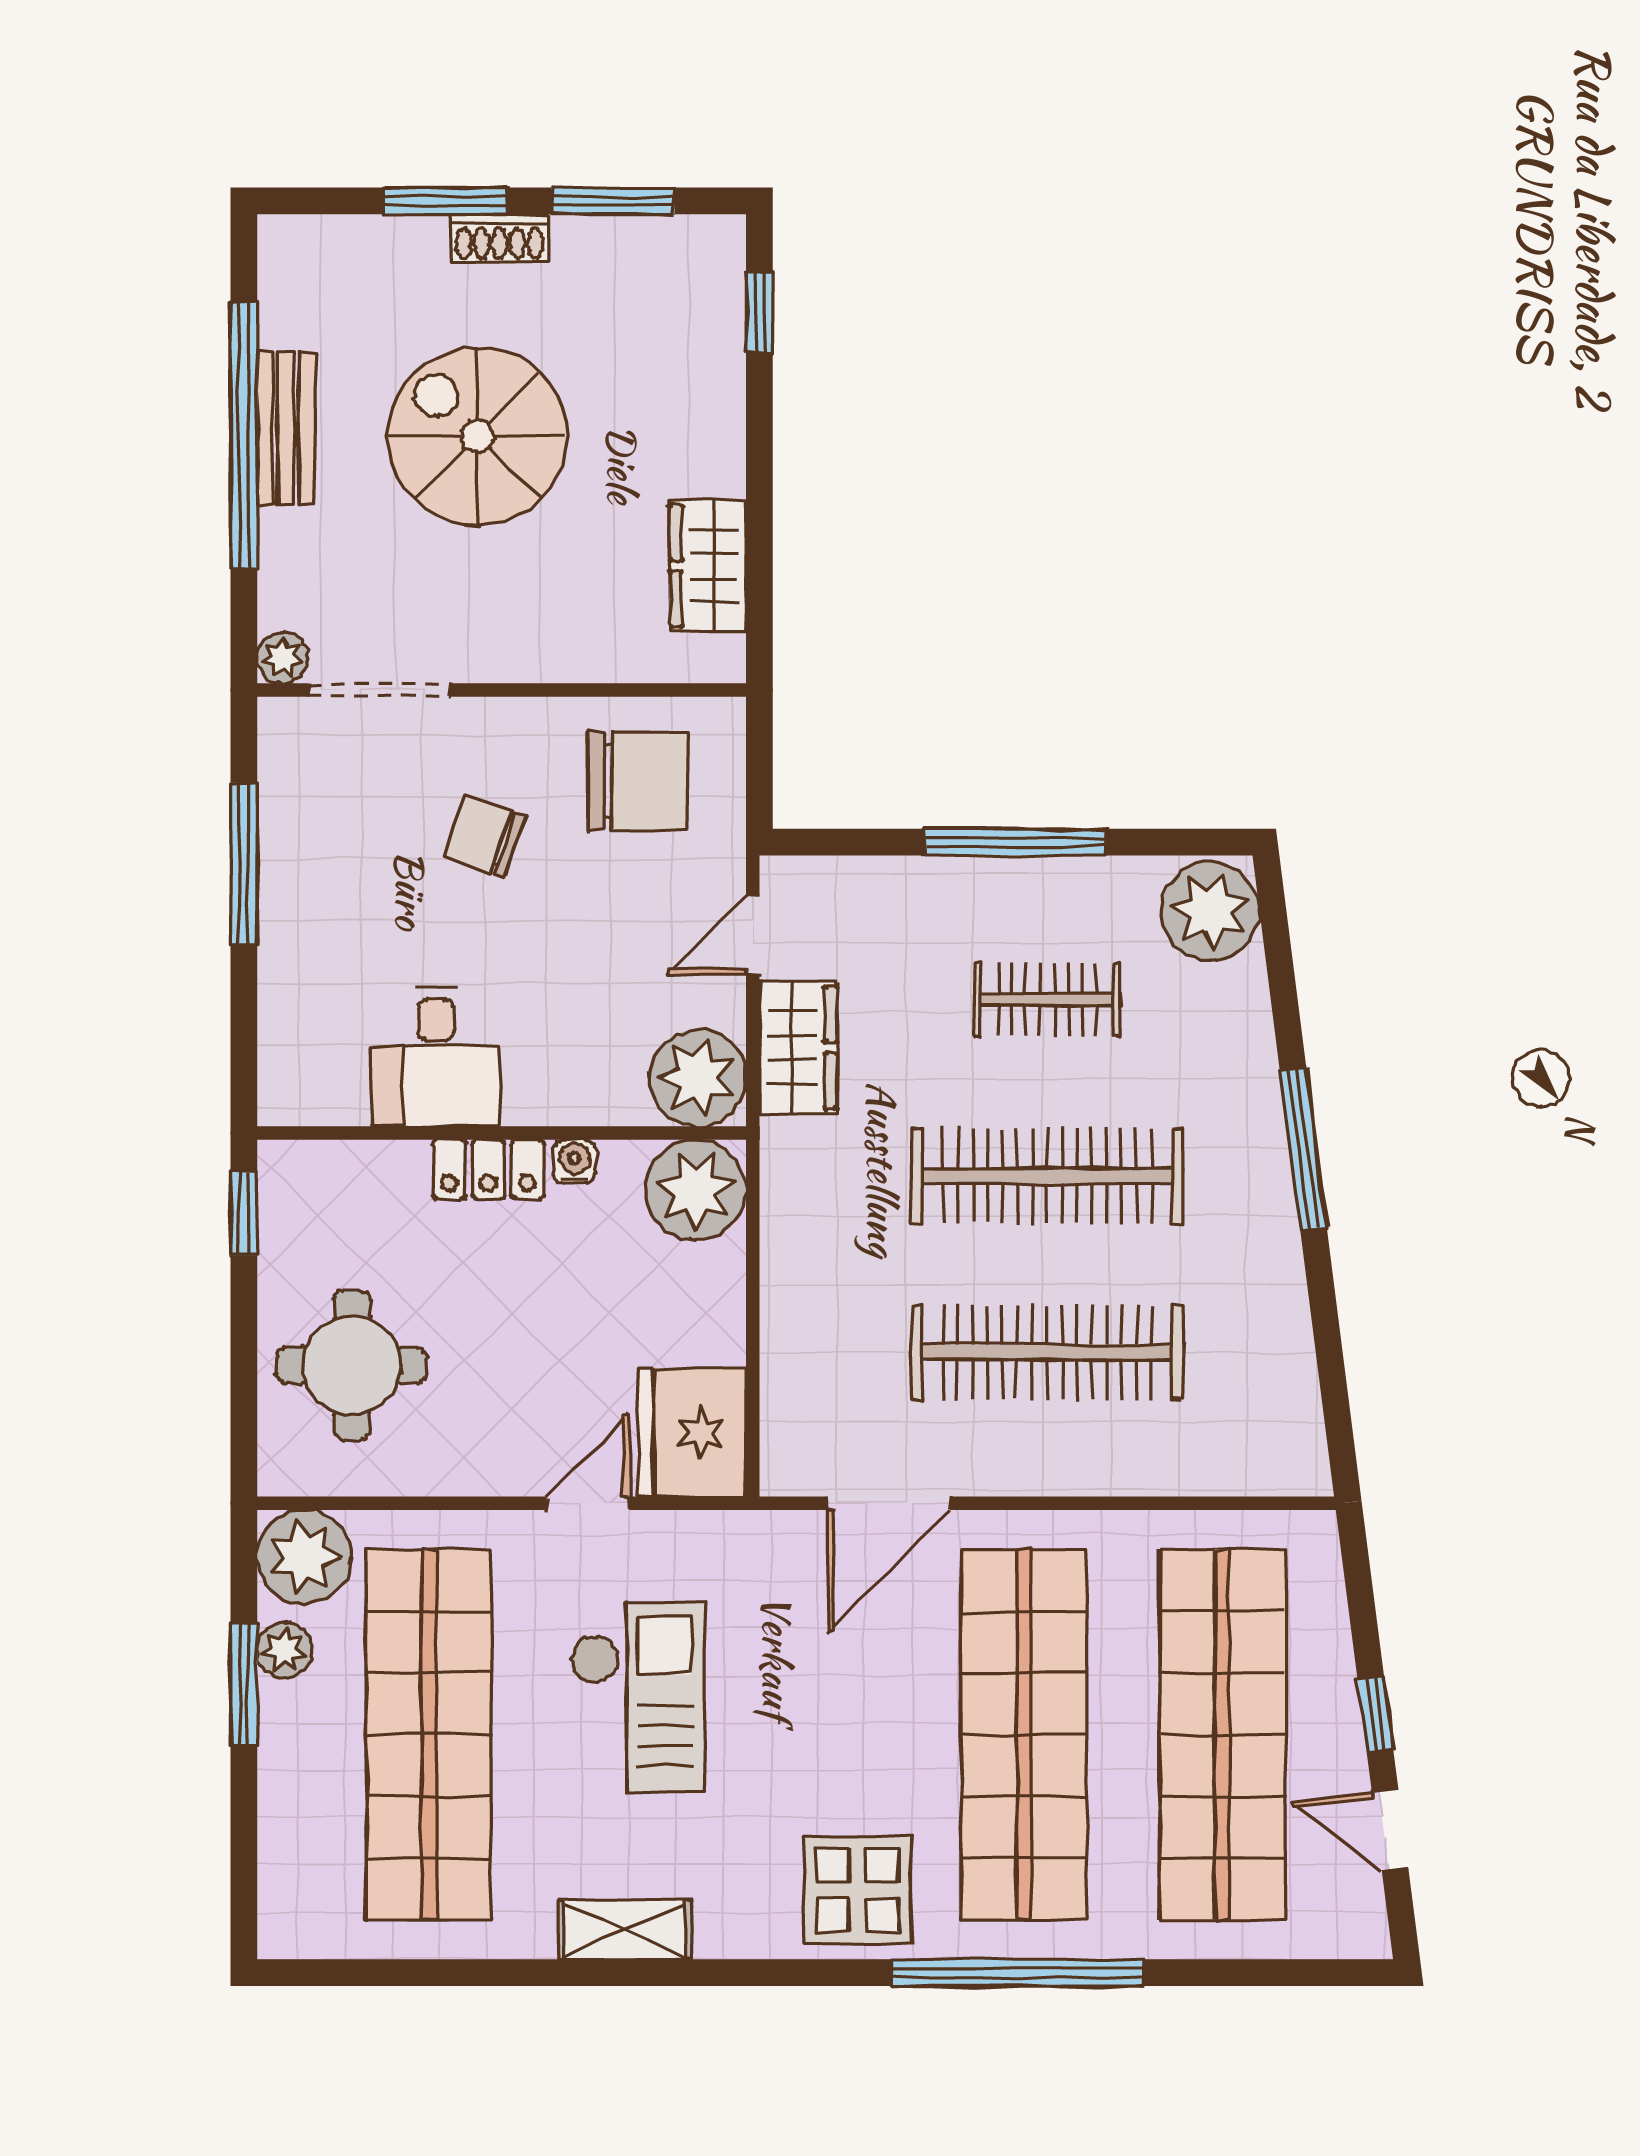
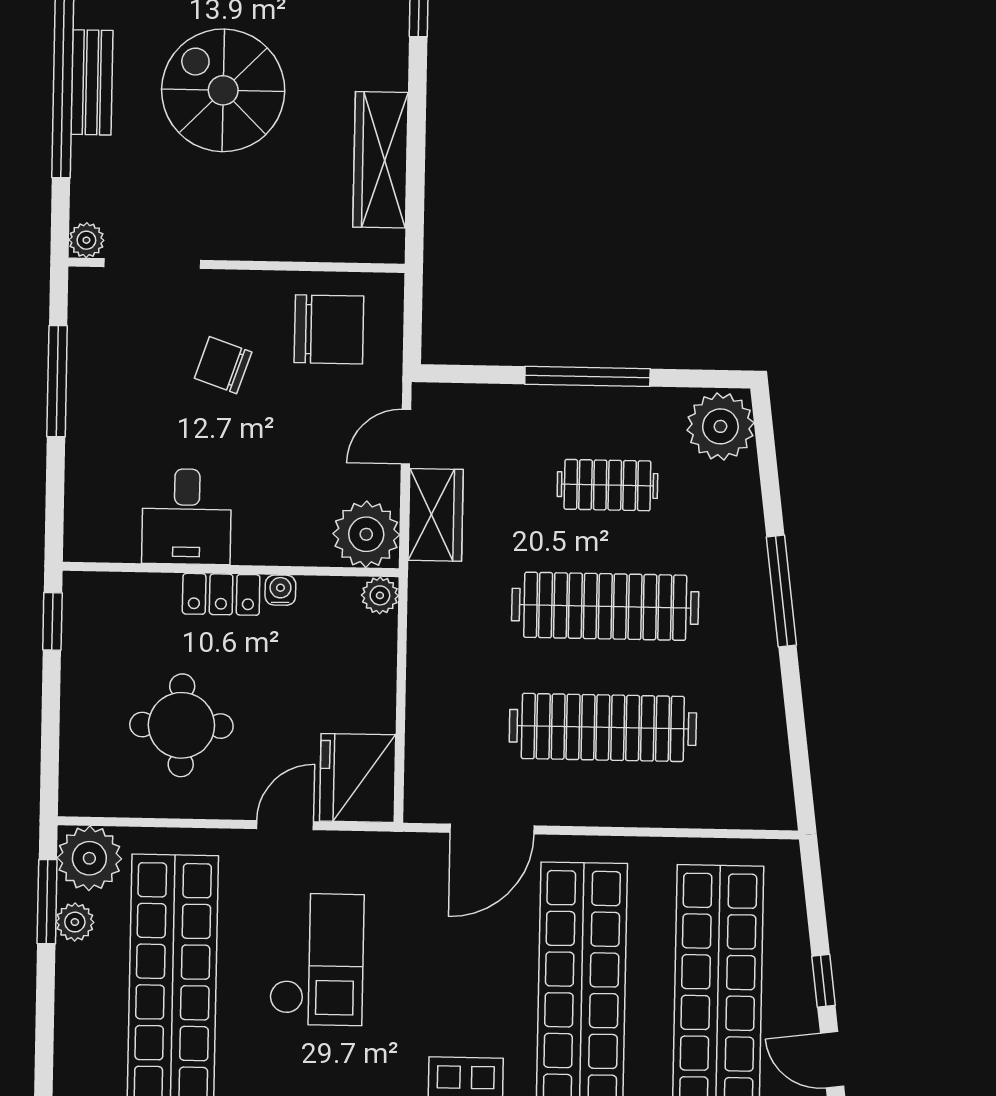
wardrobe: (708, 566) -> (381, 160), width x1.50
plant: (696, 1190) -> (380, 595), width x0.53, depth x0.53
round table: (352, 1365) -> (181, 725), moved
window: (244, 1683) -> (47, 902), moved

